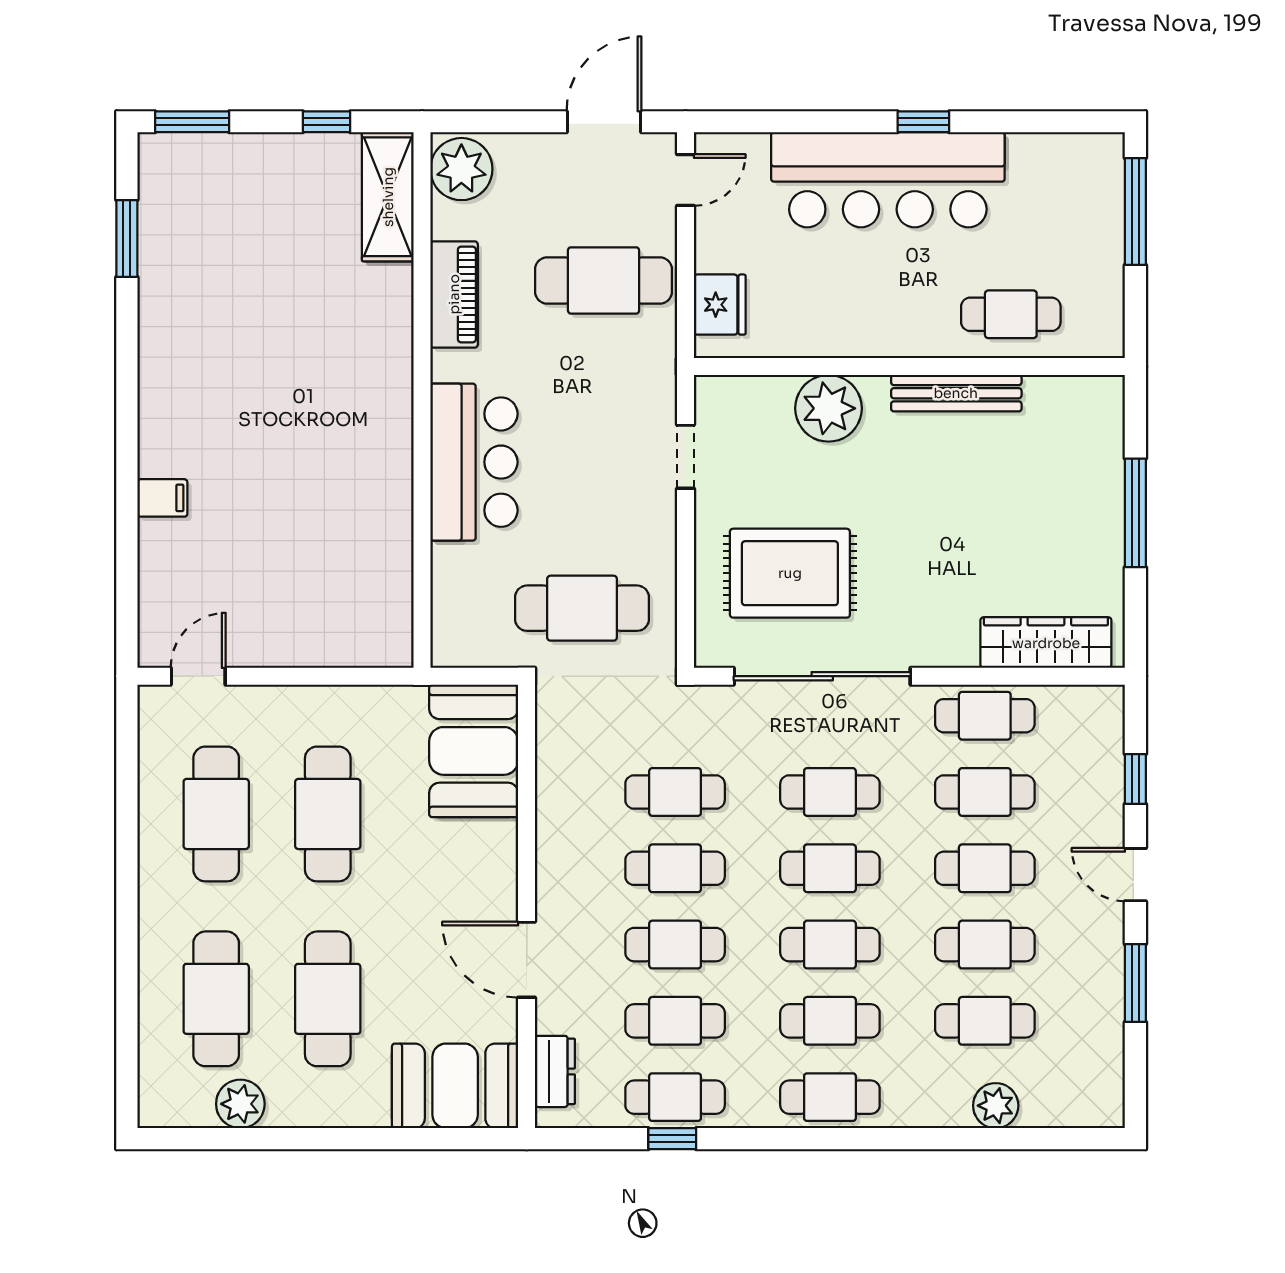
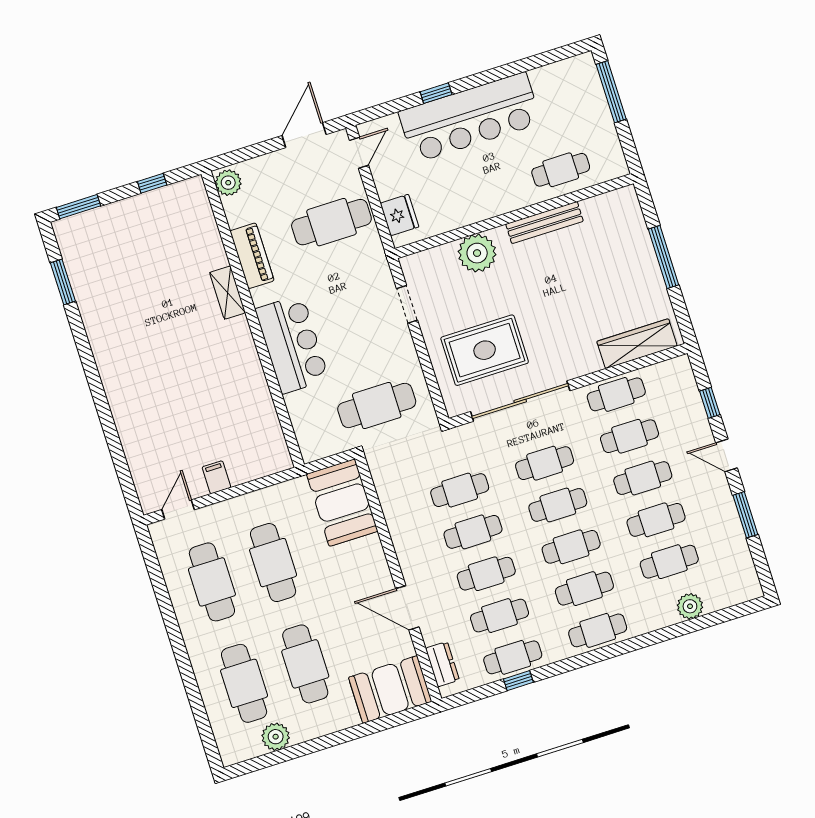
window: (923, 122) -> (436, 93), moved
plant: (461, 169) -> (228, 183), width x0.73, depth x0.73
shelving: (388, 197) -> (228, 293), moved, width x0.67, depth x0.75
filing cabinet: (162, 498) -> (216, 477), moved, turned -90

